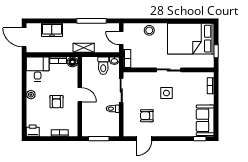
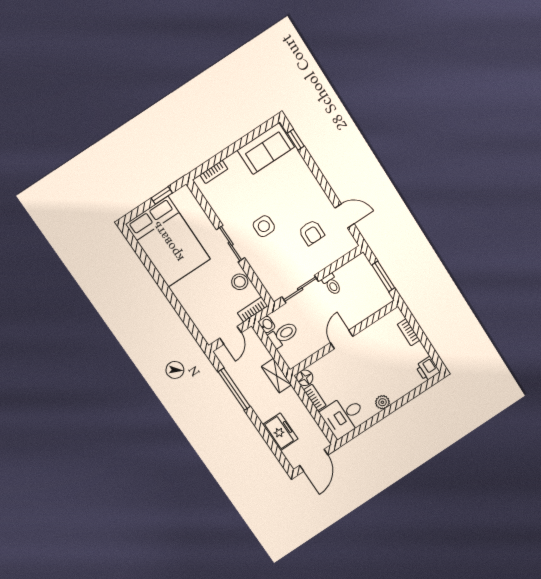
stool: (149, 30) -> (240, 282), moved
armchair: (56, 102) -> (370, 364), removed

